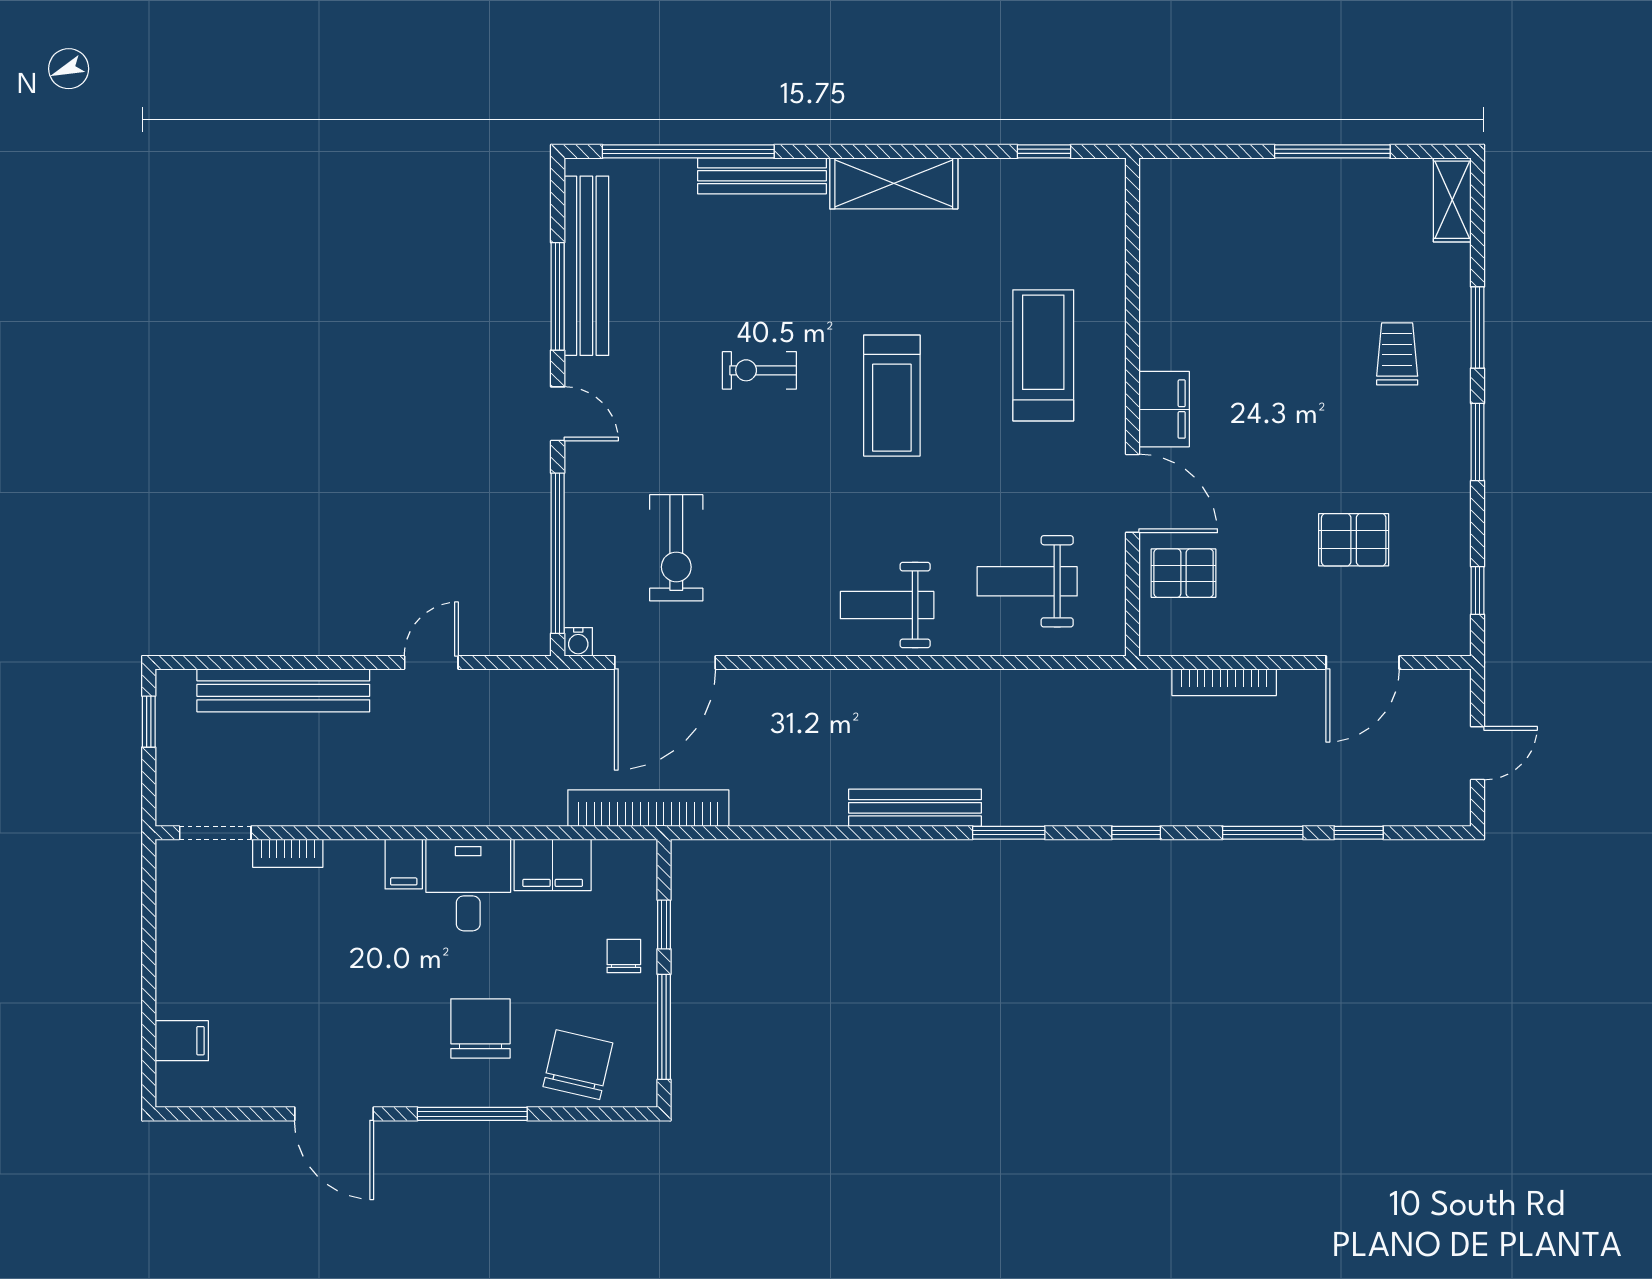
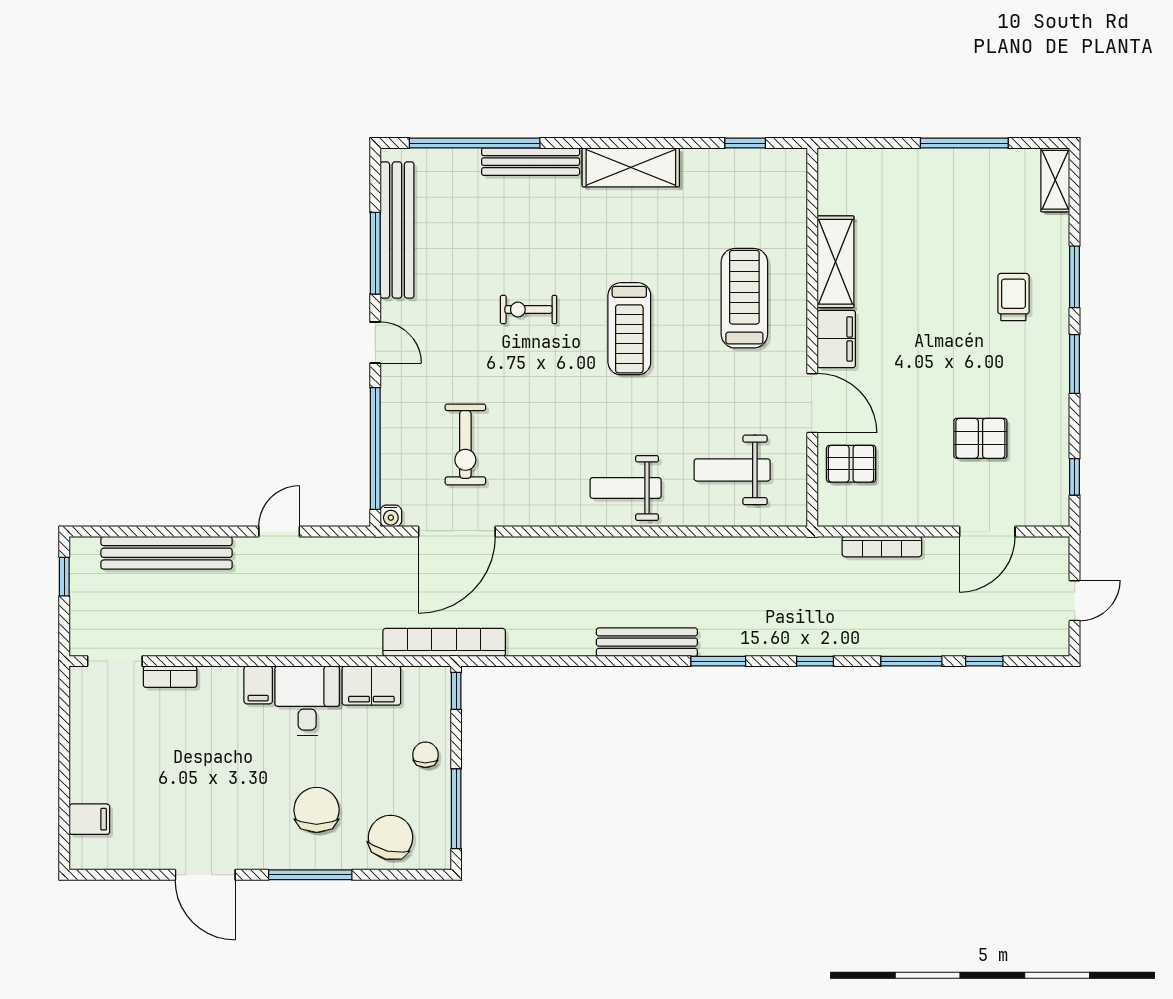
shelving: (1163, 308) -> (836, 262), added
window: (664, 924) -> (456, 691), moved

